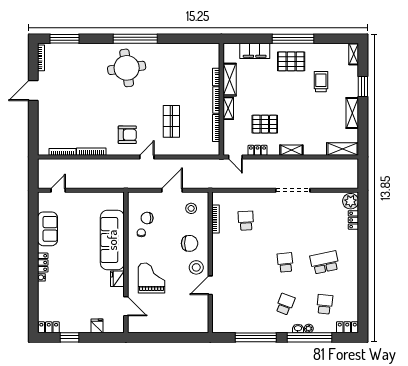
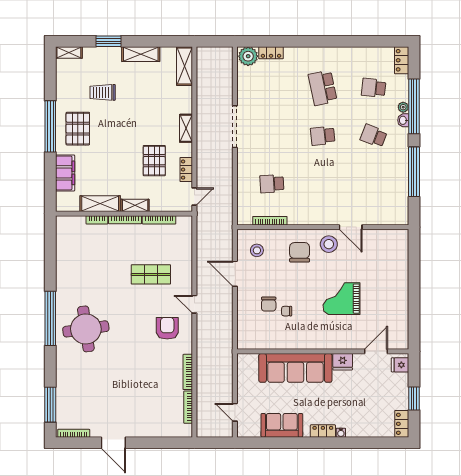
sofa: (112, 240) -> (295, 368), moved
wall: (126, 262) -> (323, 351), moved
fridge: (117, 279) -> (343, 362), moved
door: (126, 306) -> (376, 351), moved

